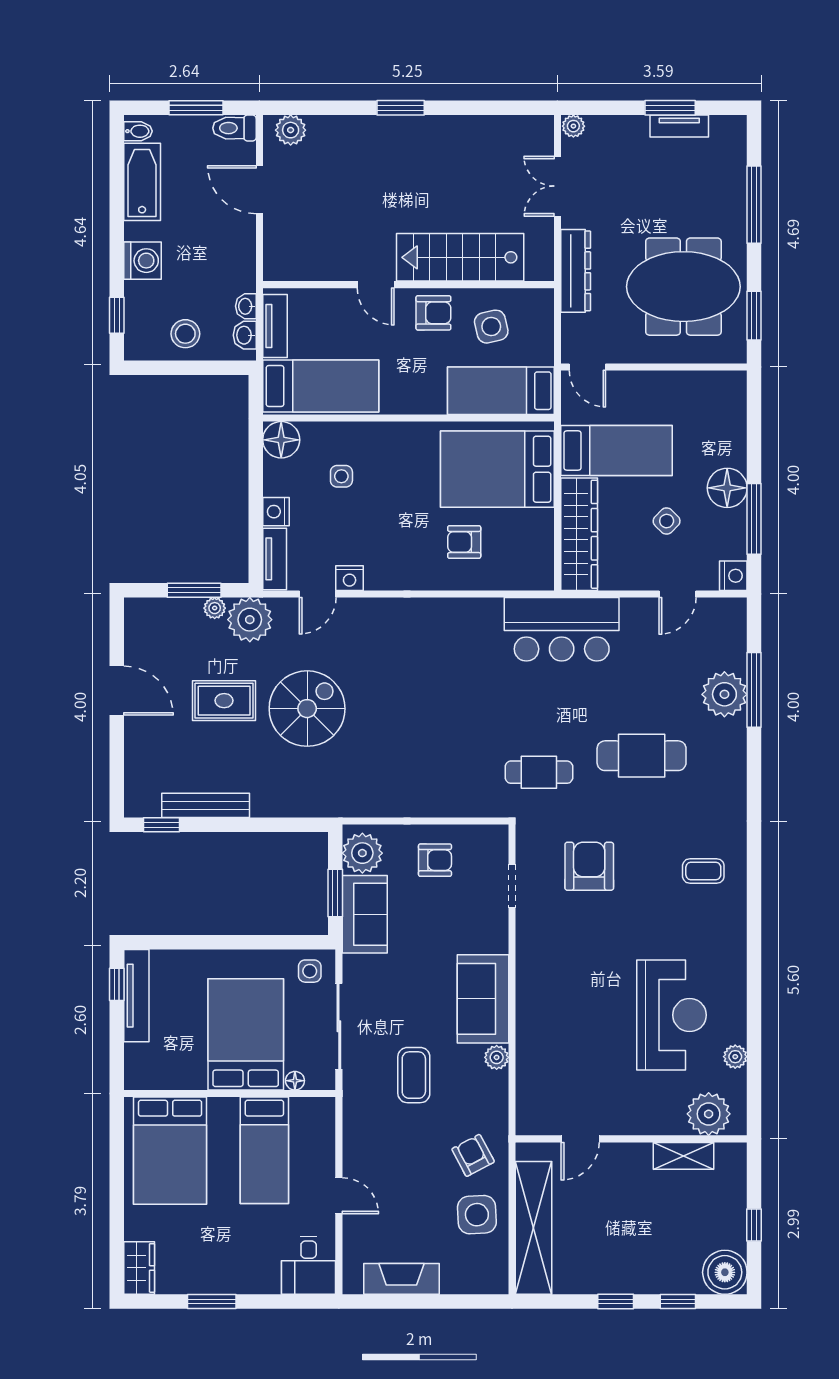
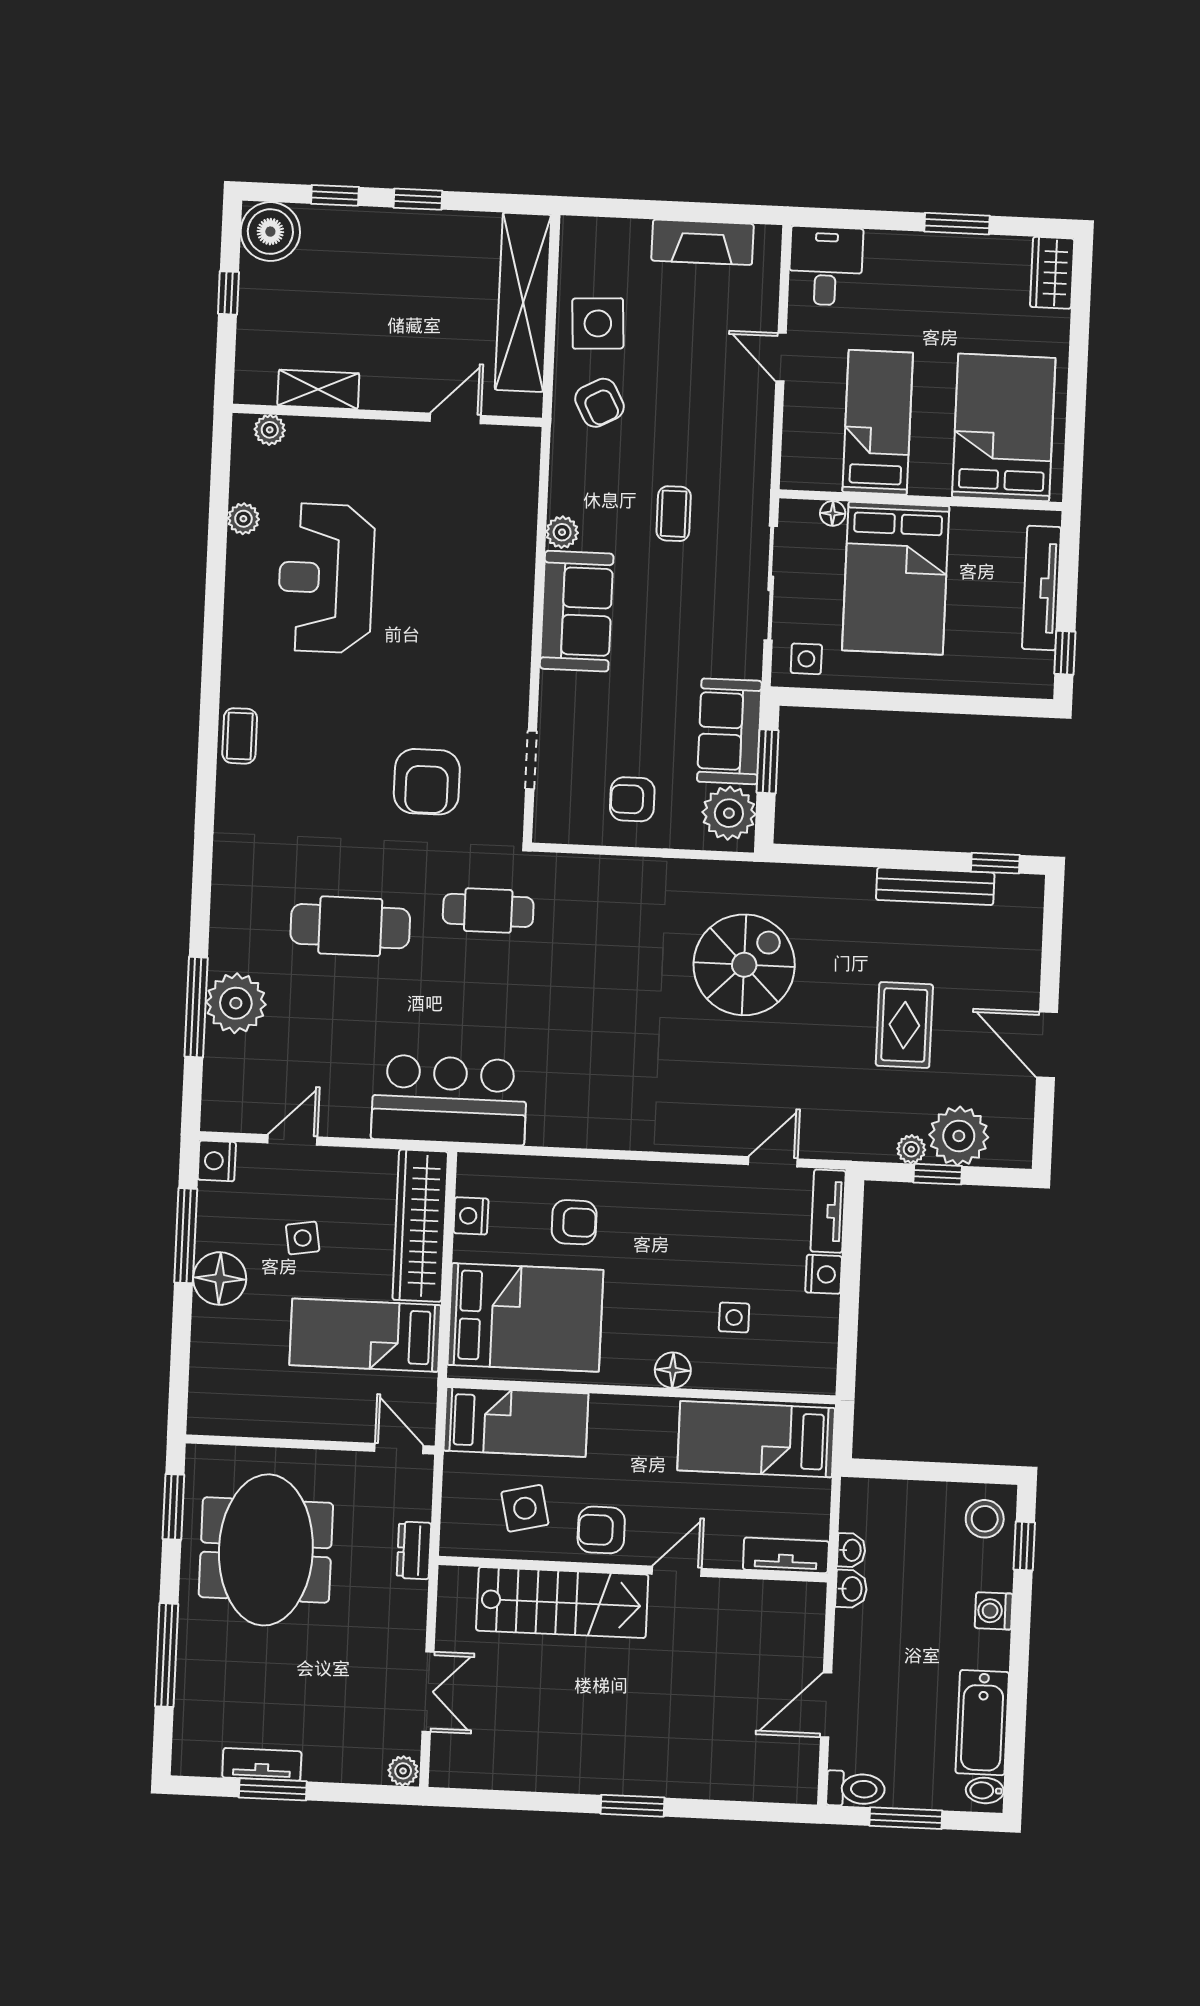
plant: (291, 130) -> (781, 1783), removed
door: (259, 190) -> (826, 1705), swing flipped
washing machine: (142, 261) -> (994, 1611), width x0.73, depth x0.73
dresser: (576, 271) -> (414, 1550), width x0.51, depth x0.80
door: (376, 285) -> (677, 1571), hinge flipped
meeting table: (683, 287) -> (266, 1550), turned 90
tv unit: (275, 326) -> (786, 1555), moved, turned 90
stool: (185, 334) -> (985, 1519), moved
washbasin: (245, 335) -> (851, 1589), moved
floor lamp: (281, 440) -> (673, 1370), moved, width x0.73, depth x0.73
side table: (667, 521) -> (303, 1238), turned 37
nightstand: (350, 578) -> (471, 1216), moved, turned -90
window: (194, 590) -> (938, 1174), width x0.67
plant: (250, 620) -> (959, 1136), moved
rug: (224, 701) -> (904, 1025), turned 90
spiral stairs: (307, 709) -> (744, 965), moved, turned 180
coffee table: (703, 871) -> (240, 736), moved, turned 90
tv unit: (136, 996) -> (1042, 588), moved
coffee table: (414, 1075) -> (674, 514), width x0.73, depth x0.77
plant: (709, 1114) -> (270, 430), width x0.53, depth x0.53

